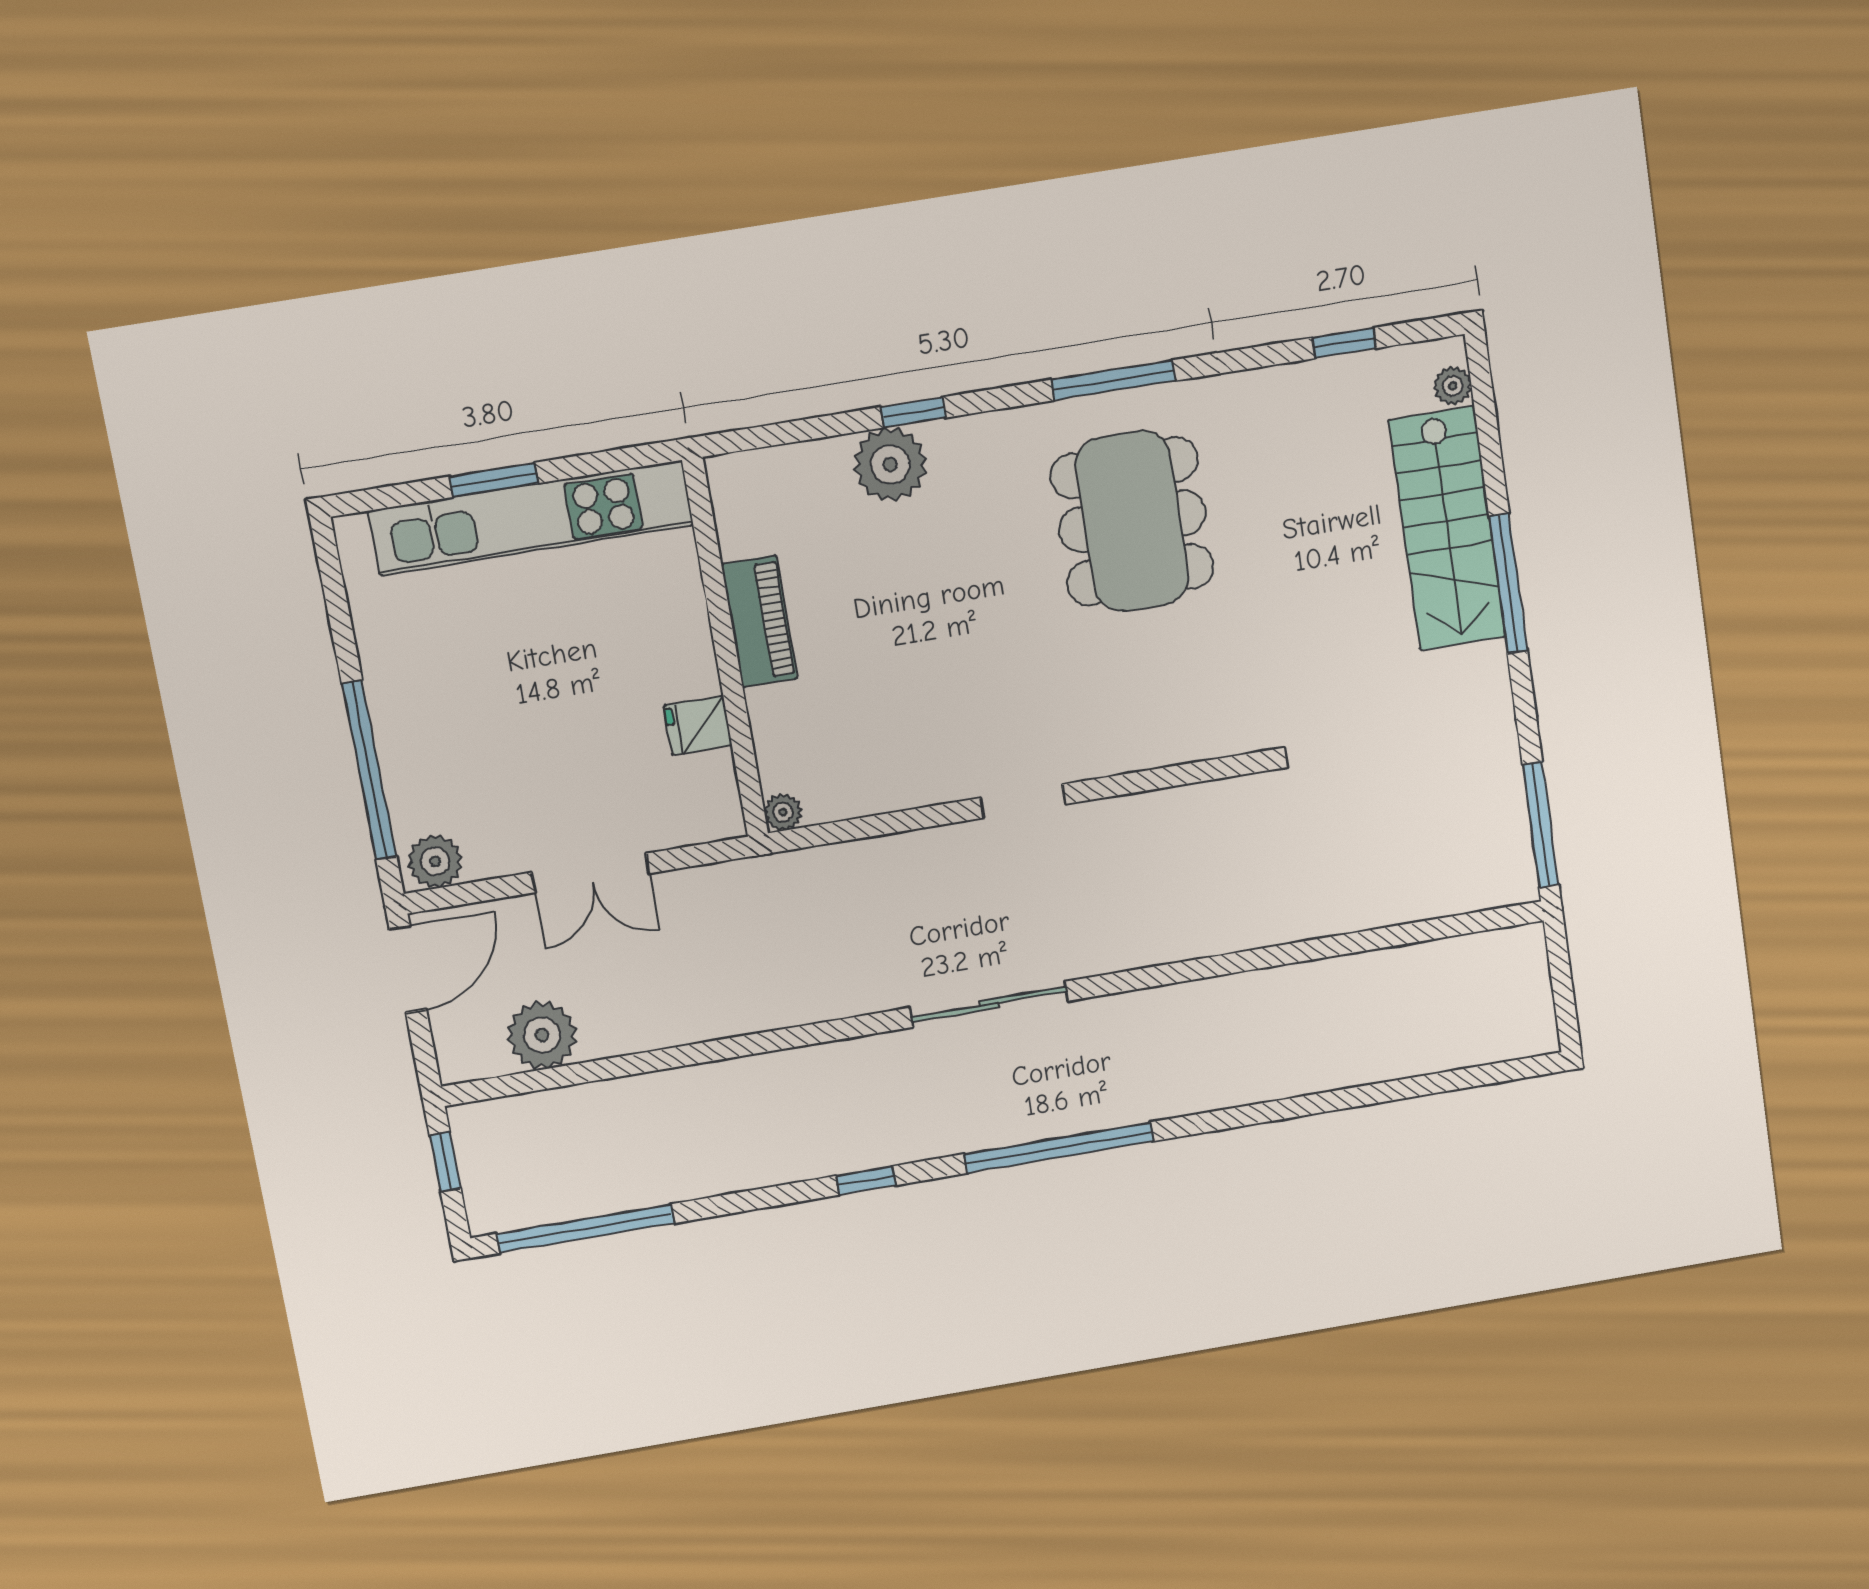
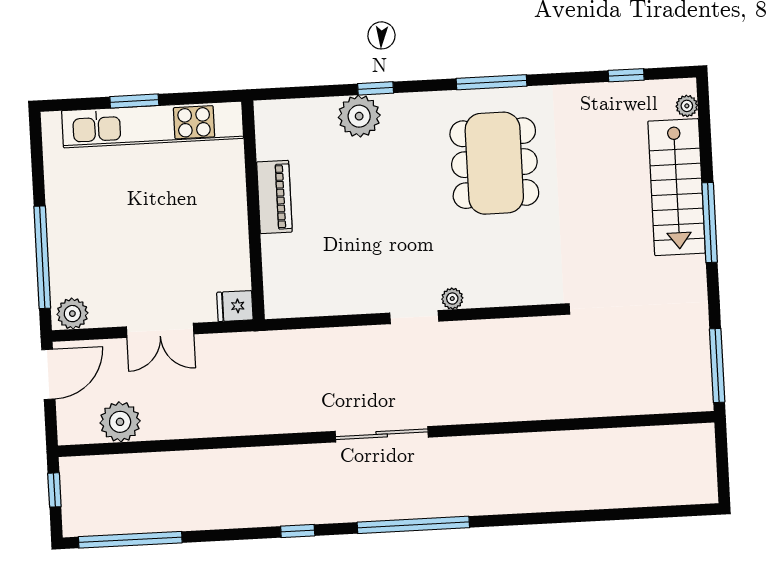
fridge: (698, 726) -> (235, 306), moved
plant: (783, 812) -> (452, 299), moved

